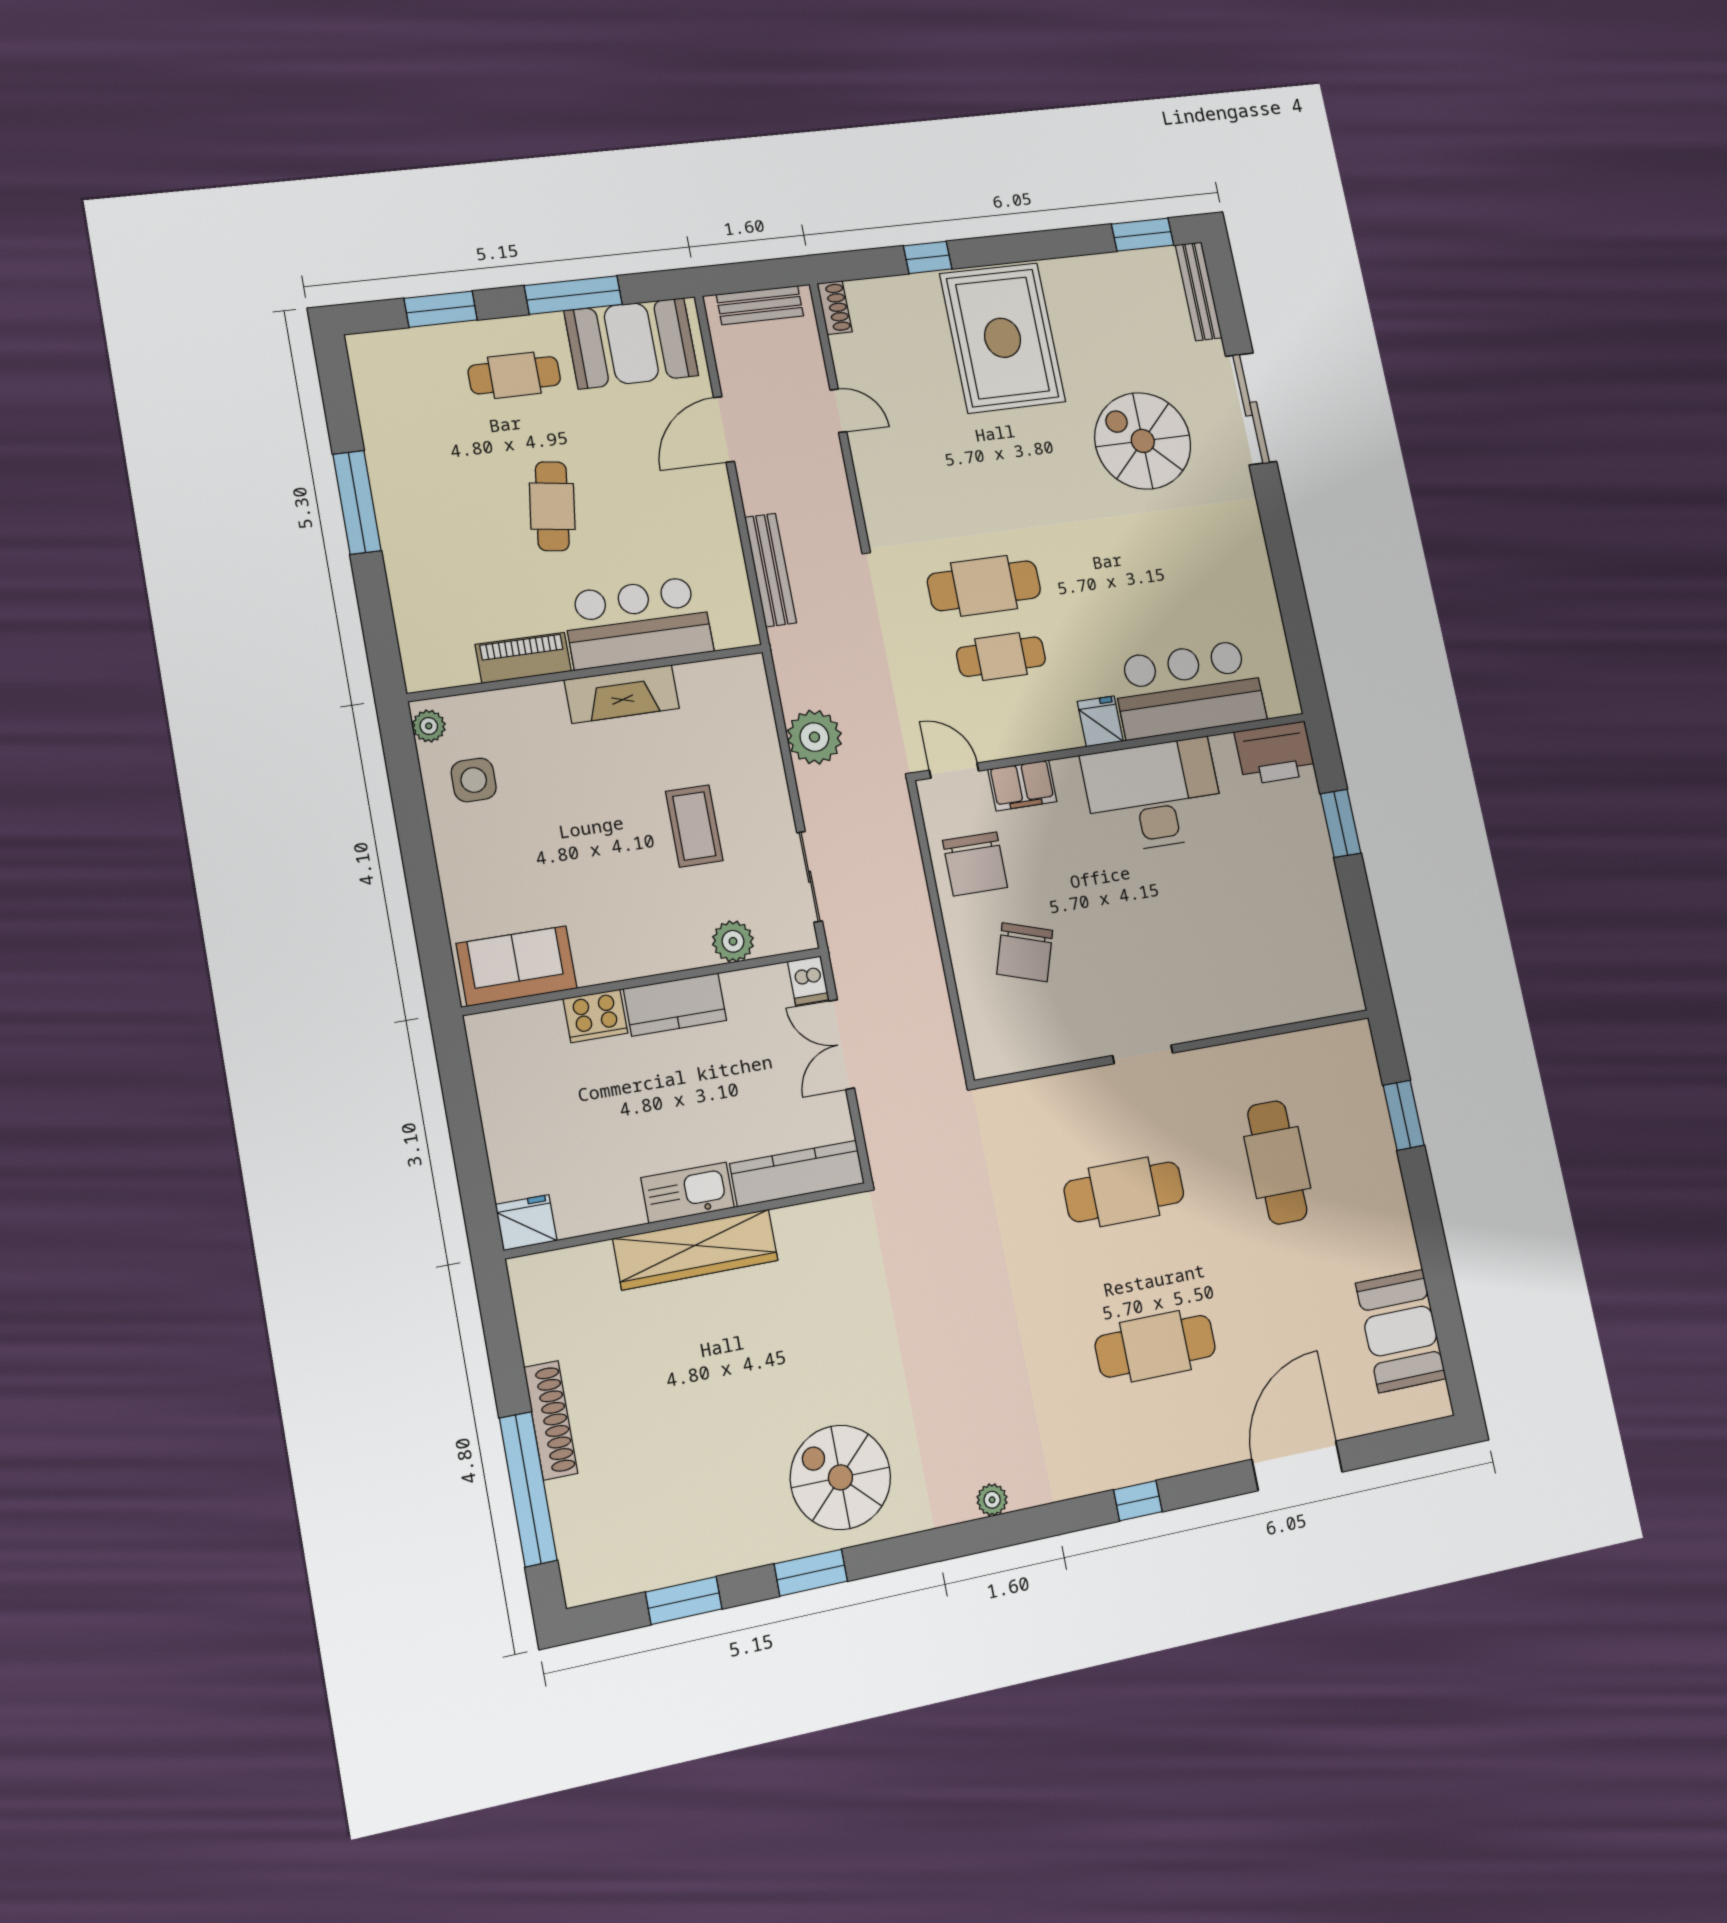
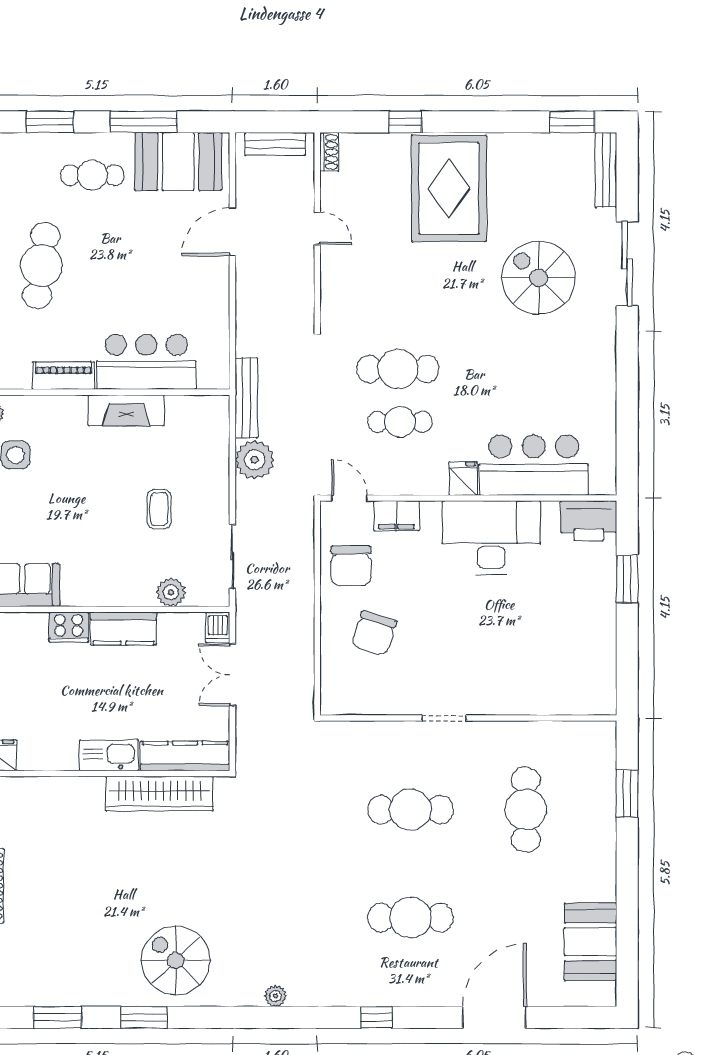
cafe table: (552, 506) -> (41, 266), moved, width x1.37, depth x1.35
bench: (771, 570) -> (246, 398), moved
coffee table: (694, 826) -> (159, 509), width x0.73, depth x0.77
wardrobe: (696, 1250) -> (159, 794), moved

